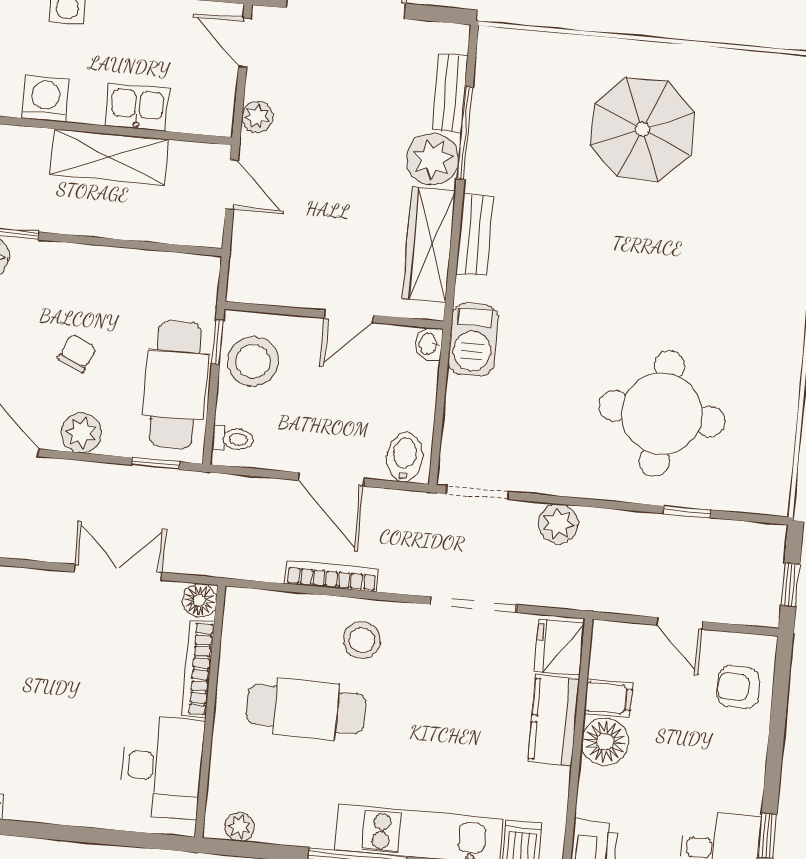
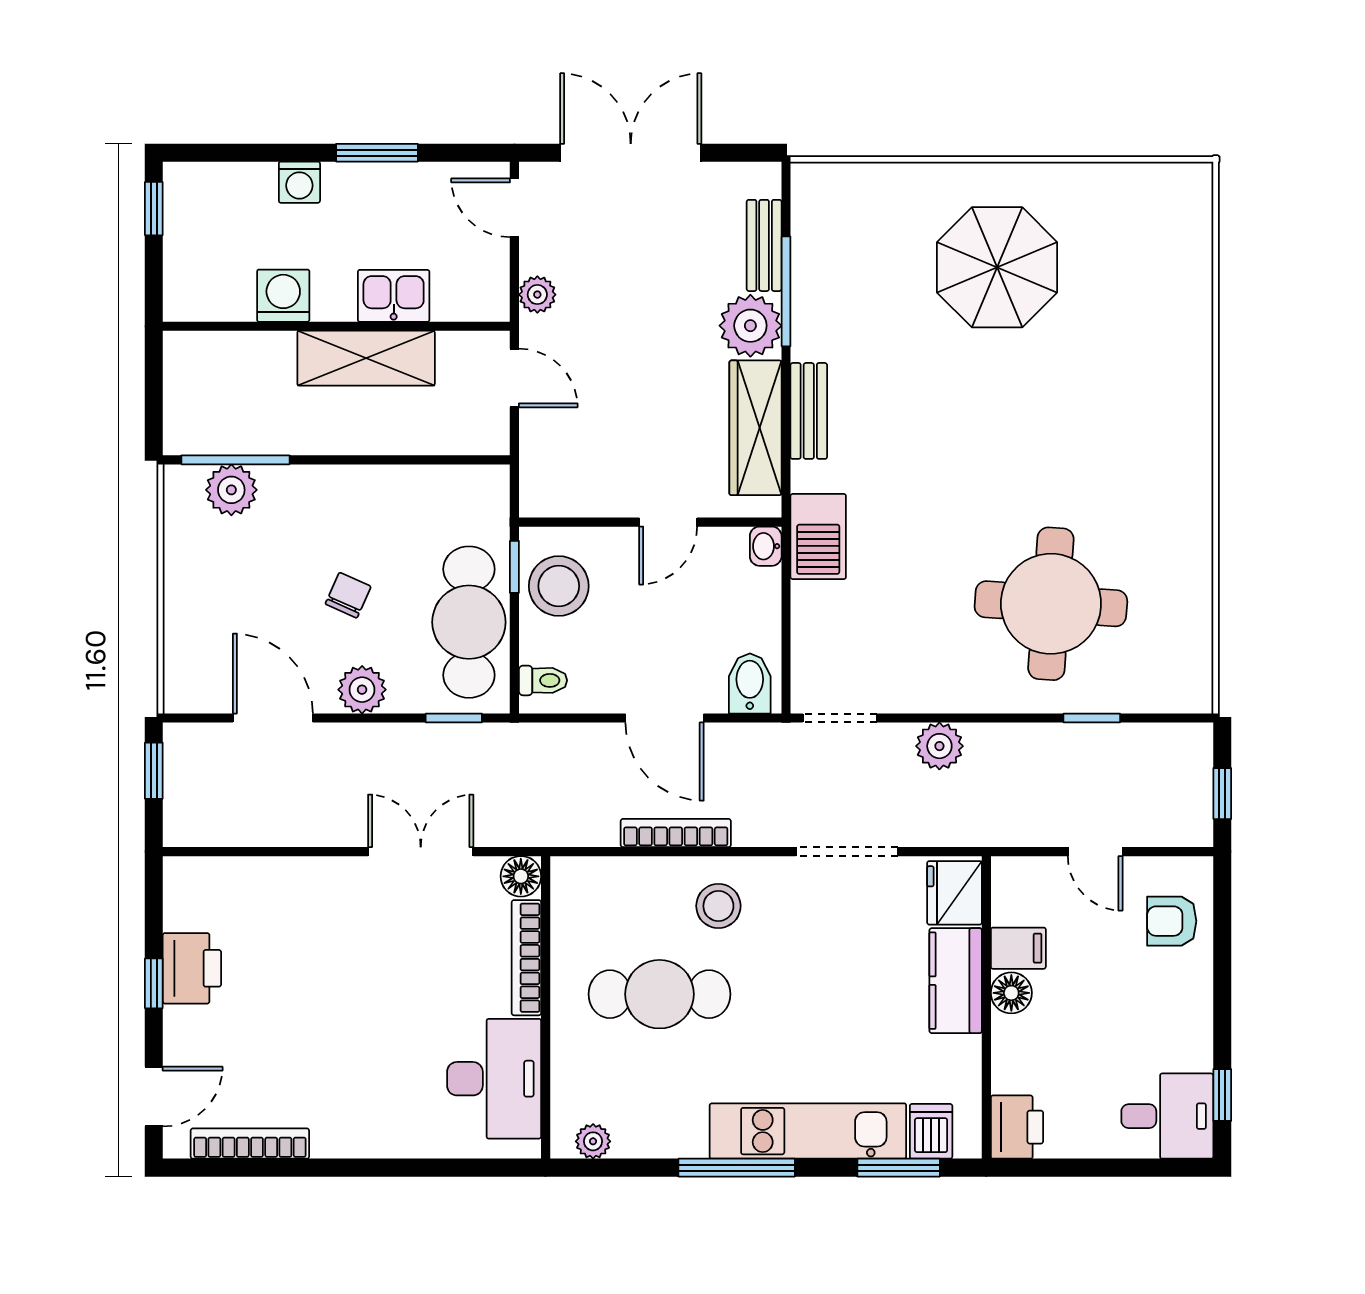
floor lamp: (605, 742) -> (1011, 993), width x0.73, depth x0.73

